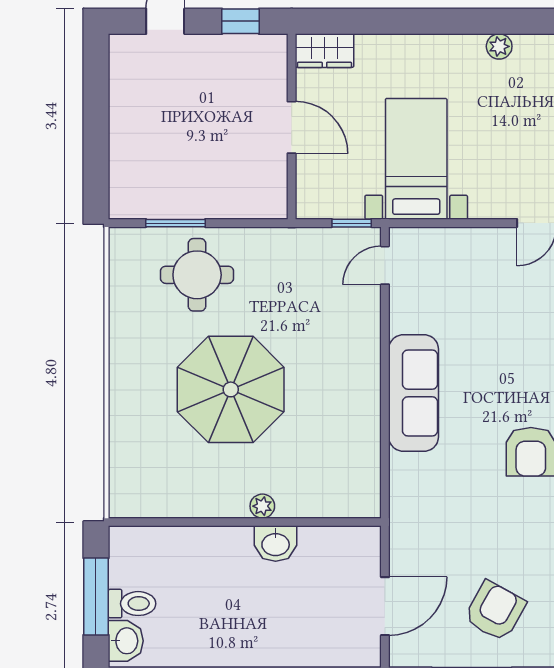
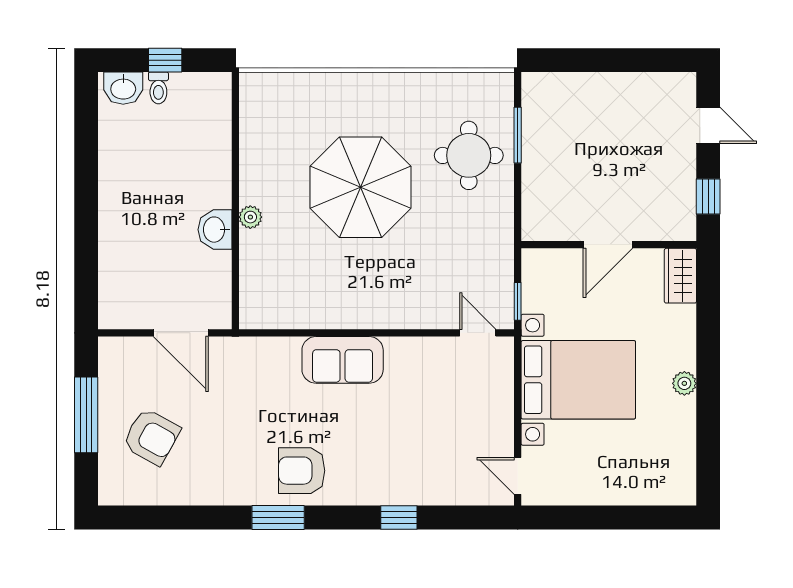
plant: (499, 46) -> (684, 383), moved
bed with nightstands: (416, 159) -> (578, 380), width x1.36
sofa: (414, 393) -> (343, 360), width x0.73
window: (96, 597) -> (165, 60), width x0.46
toilet: (132, 604) -> (158, 88), width x0.73, depth x0.72
door: (385, 606) -> (181, 333), moved

